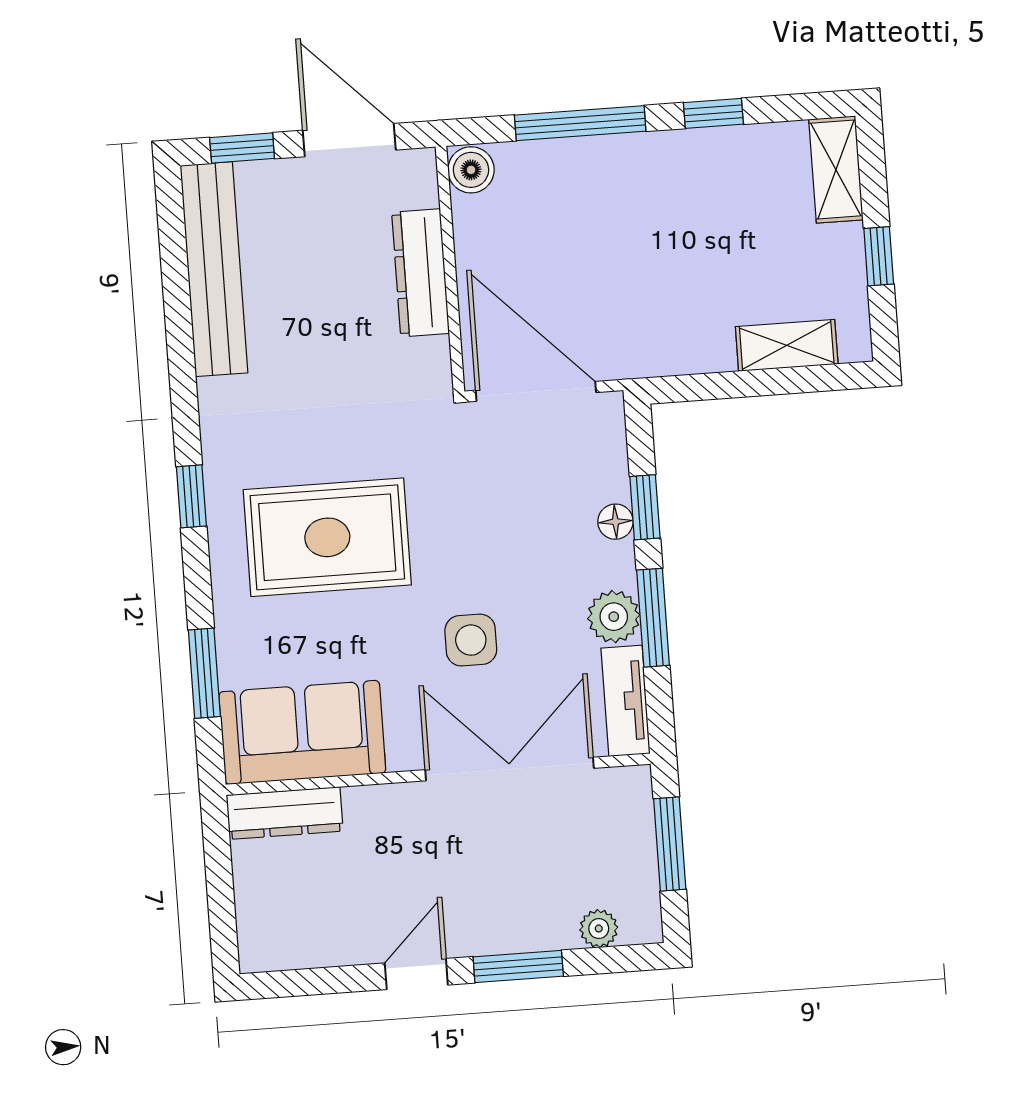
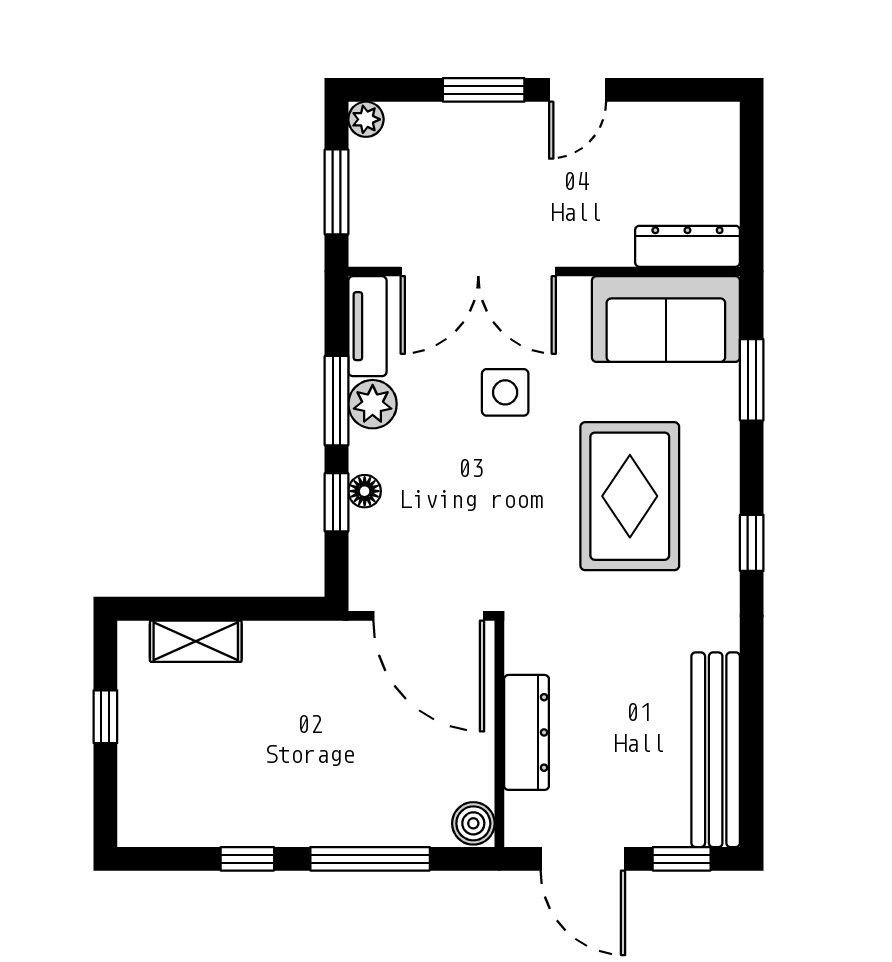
shelving: (836, 170) -> (139, 799), removed
rug: (327, 537) -> (630, 496), turned 90
plant: (599, 929) -> (366, 119), moved

